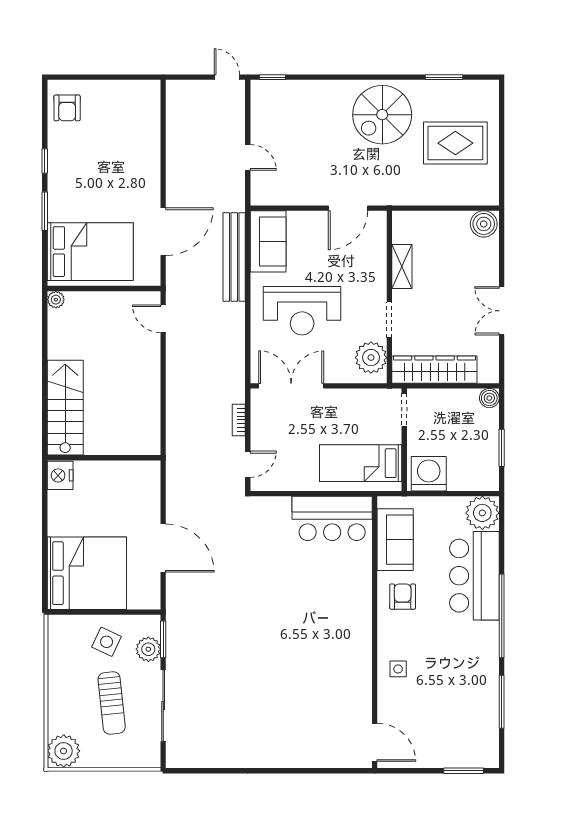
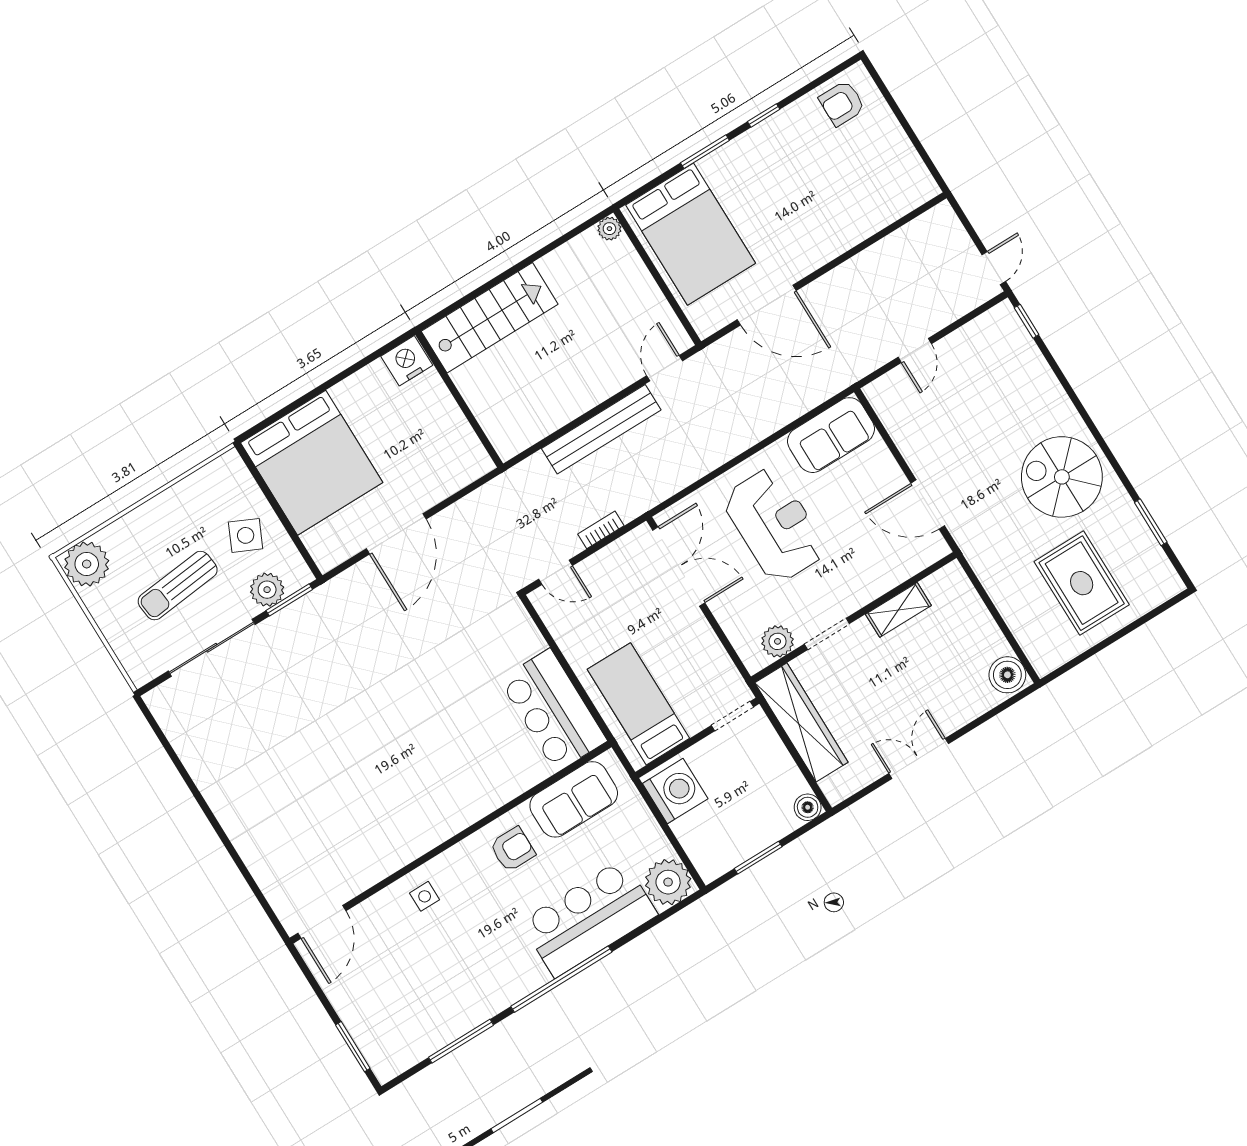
bench: (234, 257) -> (601, 429), moved
reception desk: (302, 311) -> (774, 525), turned 180
plant: (371, 358) -> (778, 641), width x0.73, depth x0.73

